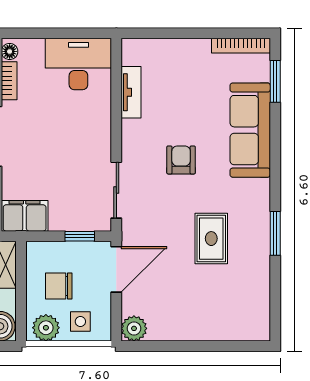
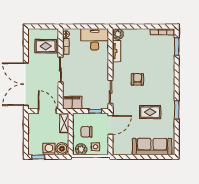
sofa: (250, 130) -> (152, 147), moved, turned 90
rug: (211, 239) -> (150, 112), turned 90
plant: (134, 328) -> (118, 34), moved

